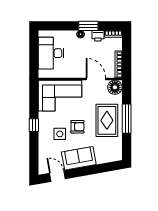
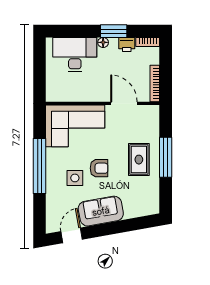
desk: (51, 53) -> (75, 54), moved, turned 90
floor lamp: (115, 87) -> (150, 115), removed
rug: (107, 120) -> (139, 160), width x0.73, depth x0.70
window: (34, 125) -> (40, 166), width x3.17
door: (57, 176) -> (72, 235), hinge flipped

